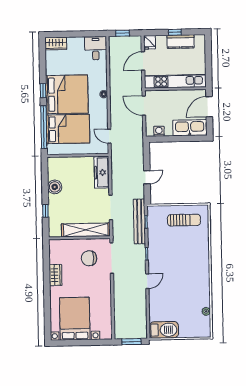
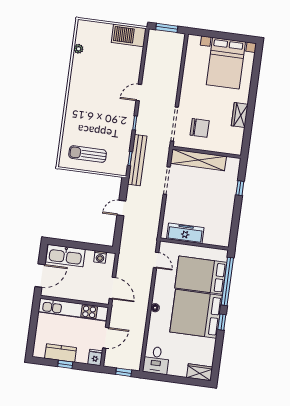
freezer: (102, 172) -> (185, 233), moved, turned -90
boiler: (55, 187) -> (225, 213), removed

